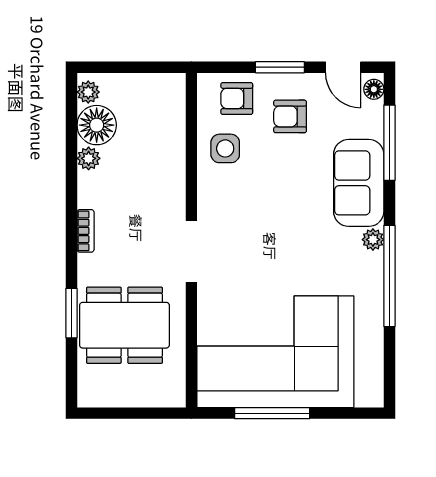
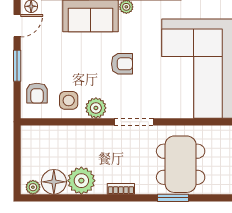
armchair: (290, 116) -> (122, 64), moved, turned -90
plant: (89, 158) -> (81, 181), width x1.88, depth x1.88
plant: (213, 191) -> (96, 108), added

